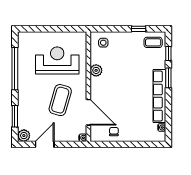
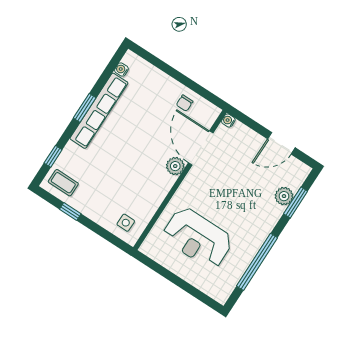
plant: (96, 70) -> (175, 166), moved
window: (168, 78) -> (85, 108), moved
coffee table: (60, 100) -> (226, 186), removed
plant: (24, 136) -> (284, 196), moved

